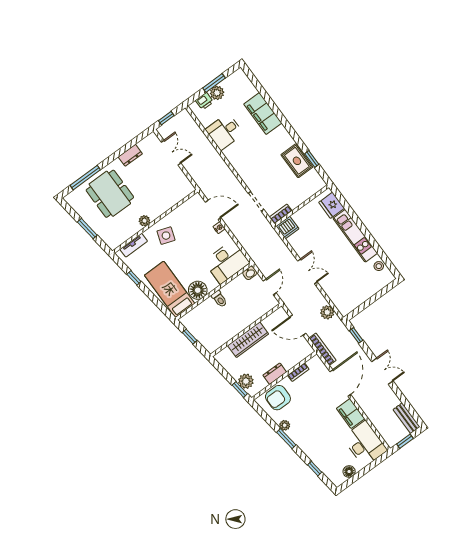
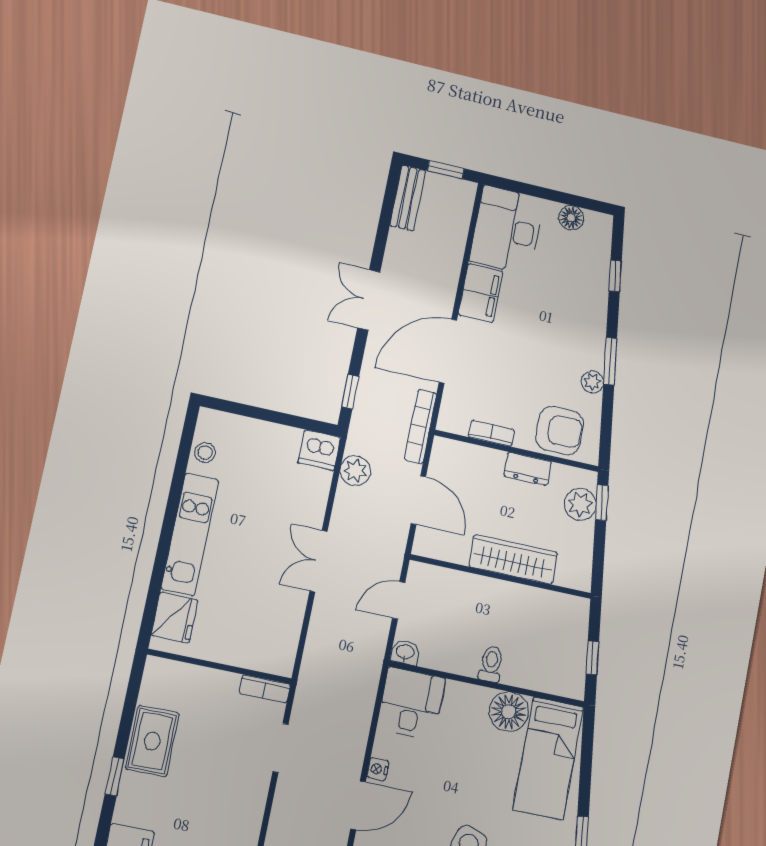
window: (312, 159) -> (115, 776), moved
door: (213, 210) -> (358, 805), swing flipped
dishwasher: (287, 228) -> (319, 450), moved, turned 180
desk: (227, 262) -> (411, 703), width x0.73

